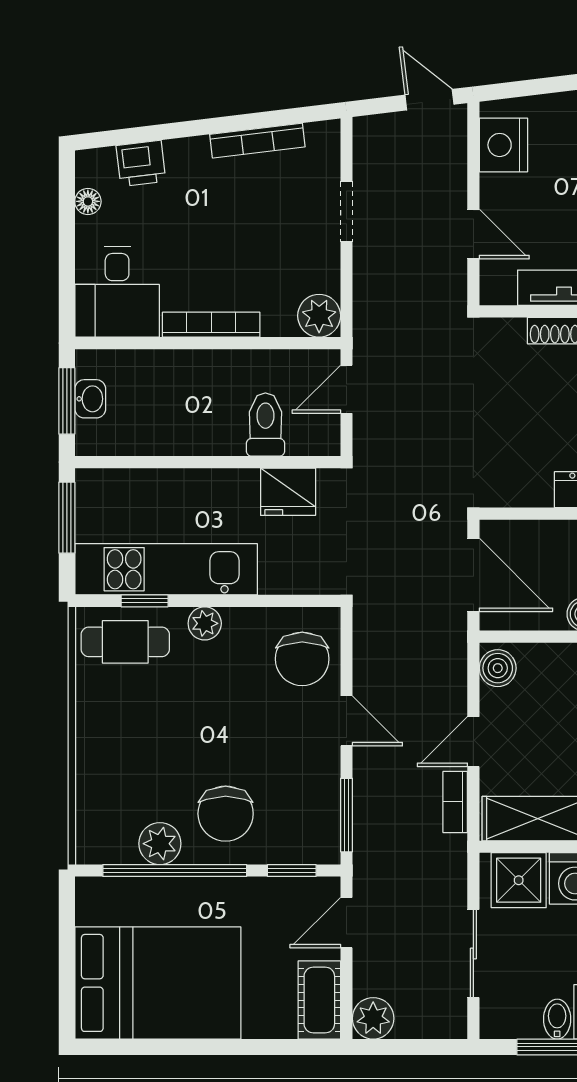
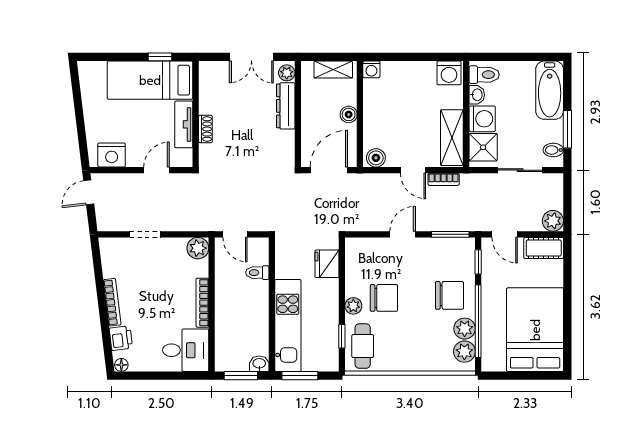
bookcase: (257, 141) -> (112, 302), moved
floor lamp: (88, 201) -> (121, 365), moved
washbasin: (90, 399) -> (259, 364), moved
toilet: (265, 425) -> (257, 273), width x0.73, depth x0.72
fridge: (288, 492) -> (327, 264), moved, turned 180
kitchen unit: (166, 569) -> (288, 325), moved, turned 180
chair: (302, 659) -> (384, 298), moved
plant: (114, 843) -> (464, 352), added
bidet: (557, 1019) -> (553, 150), moved

